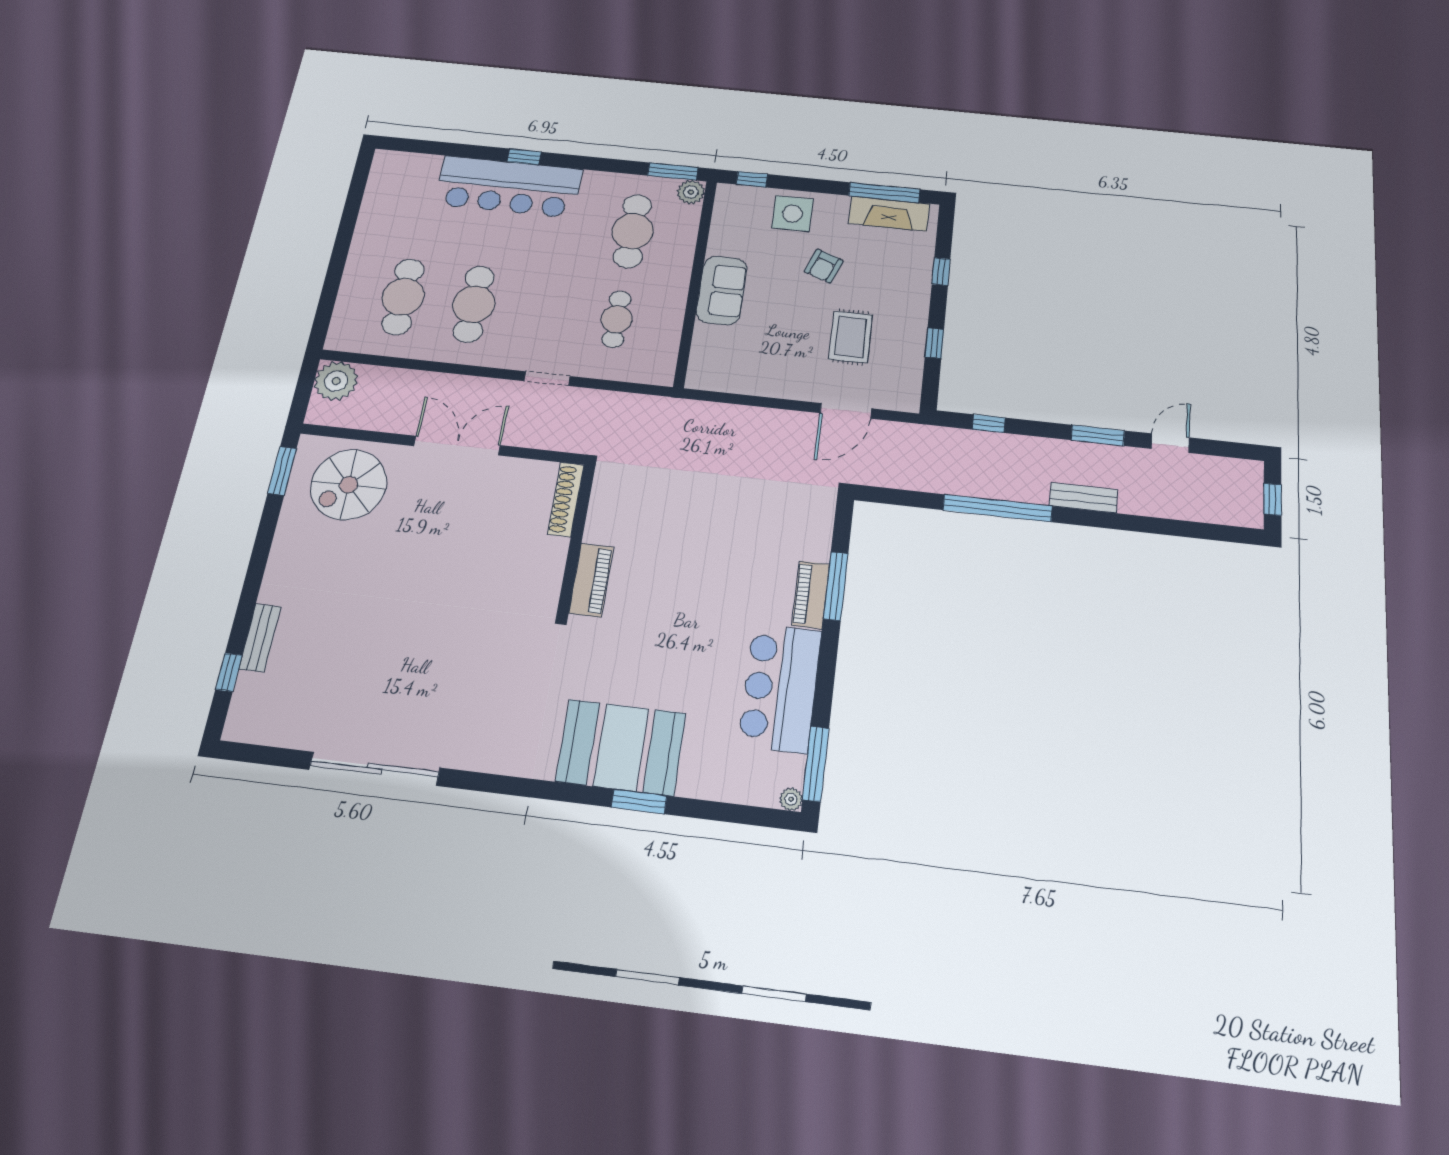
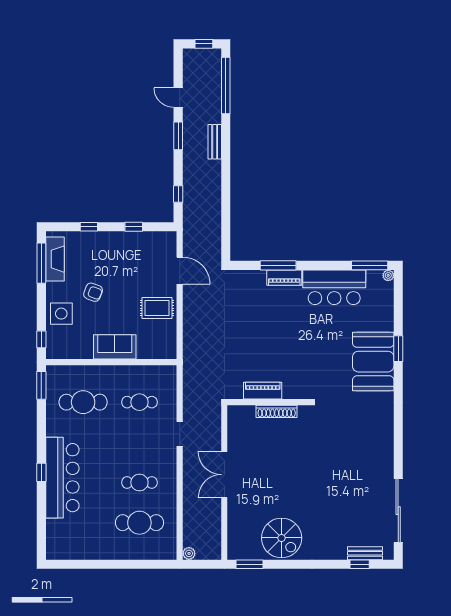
plant: (691, 192) -> (54, 373), removed
cafe table: (474, 304) -> (139, 482), width x0.73, depth x0.74
rug: (851, 337) -> (157, 308), moved
plant: (336, 381) -> (189, 553), width x0.53, depth x0.53
spiral stairs: (349, 485) -> (282, 538), moved
shoe rack: (566, 499) -> (277, 411), moved
window: (998, 508) -> (226, 85), moved
piano: (591, 580) -> (263, 391), moved
bench: (260, 638) -> (365, 553), moved
sliding door: (375, 769) -> (398, 511), moved

